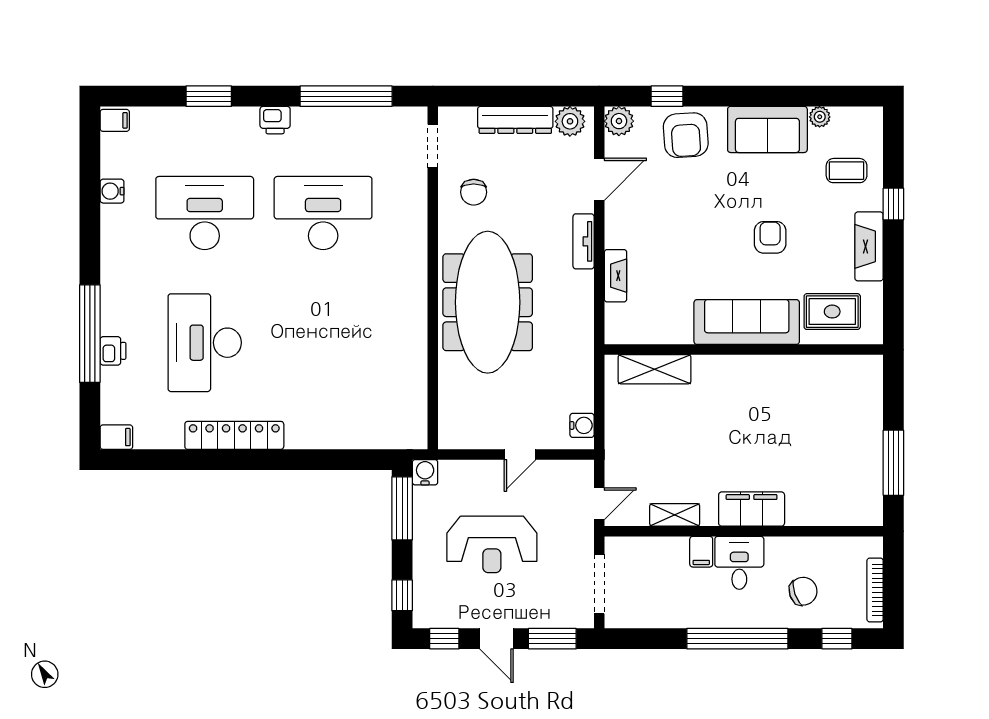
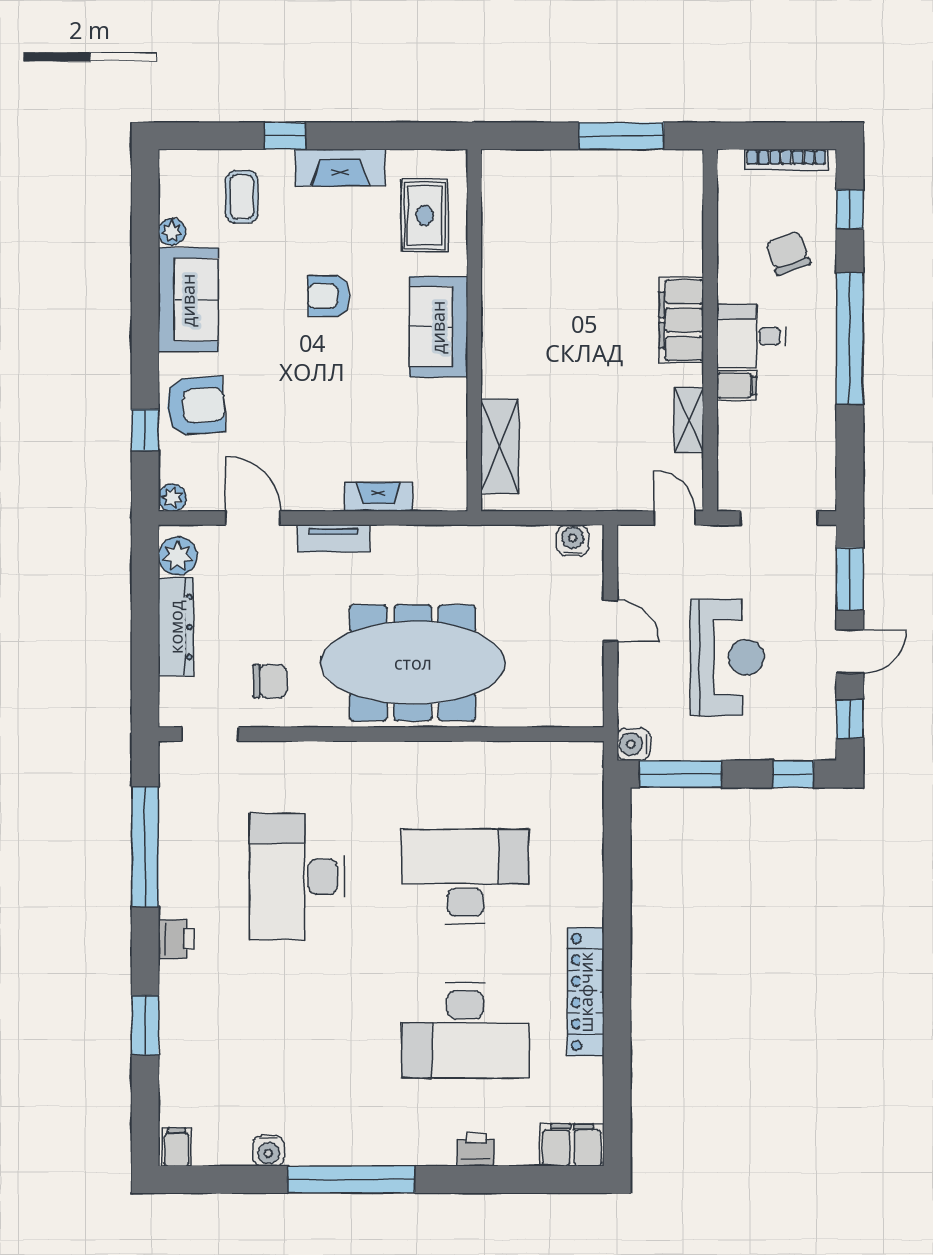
plant: (619, 121) -> (172, 498), width x0.73, depth x0.73
desk: (205, 213) -> (465, 877), moved, turned 90
sofa: (747, 322) -> (438, 327), width x0.73
window: (90, 334) -> (351, 1179), moved
filing cabinet: (116, 437) -> (572, 1145), width x2.00

